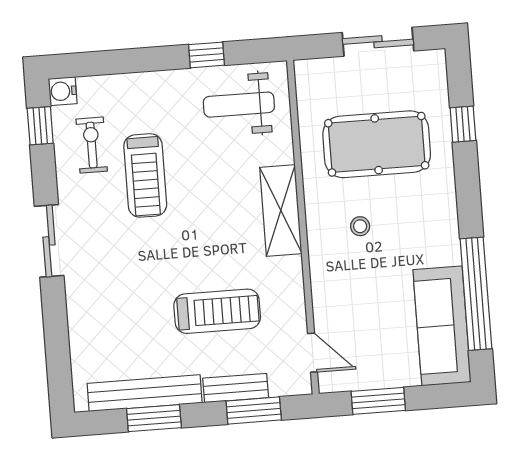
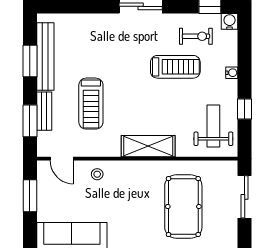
sliding door: (378, 42) -> (245, 197), moved
water cooler: (148, 81) -> (232, 73), added
treadmill: (145, 175) -> (175, 67), turned 180
stool: (360, 226) -> (97, 174), moved
door: (313, 353) -> (62, 159), hinge flipped

